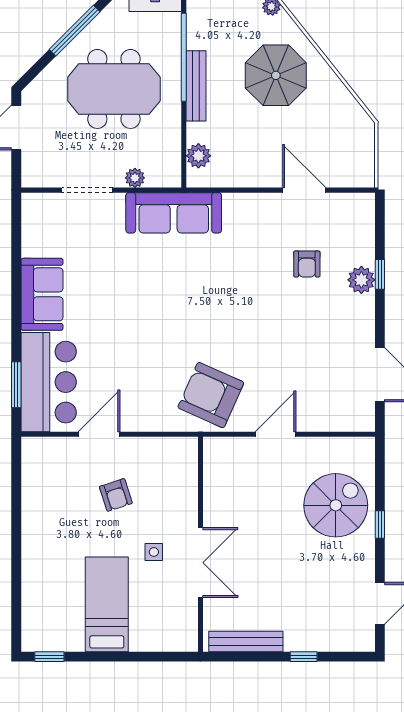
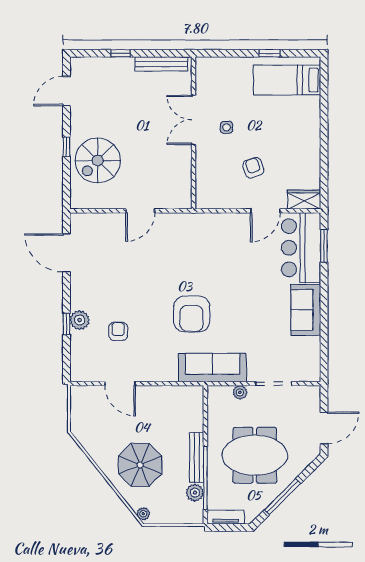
plant: (198, 156) -> (195, 493), moved
armchair: (211, 395) -> (192, 314), moved, turned 66
wardrobe: (44, 450) -> (304, 200), added
bed: (107, 604) -> (287, 80), moved, turned 90
window: (49, 657) -> (269, 53), moved

